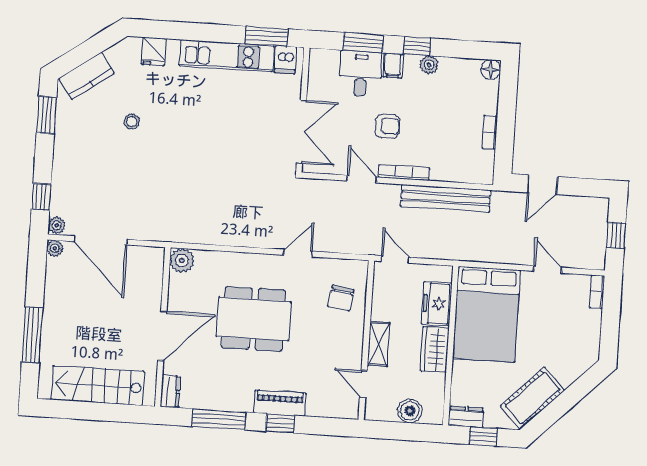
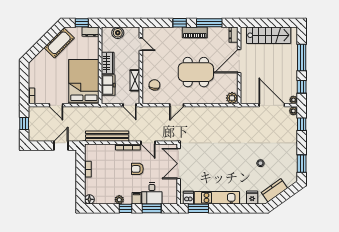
kitchen counter: (86, 76) -> (274, 190), moved
window: (36, 274) -> (302, 87), added
shelving: (379, 344) -> (135, 80), moved
piano: (280, 403) -> (195, 32), moved

